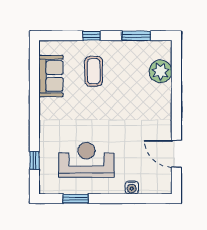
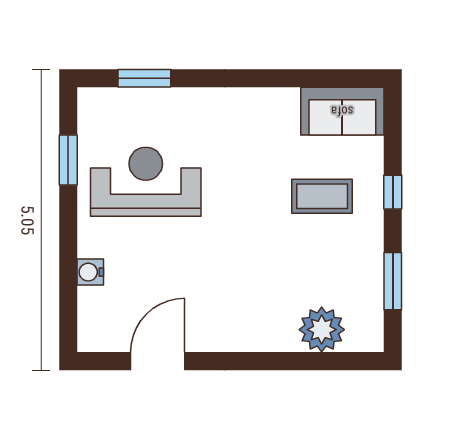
sofa: (51, 76) -> (342, 111), moved
window: (34, 160) -> (144, 78), width x1.50
reception desk: (86, 160) -> (146, 182), turned -90

